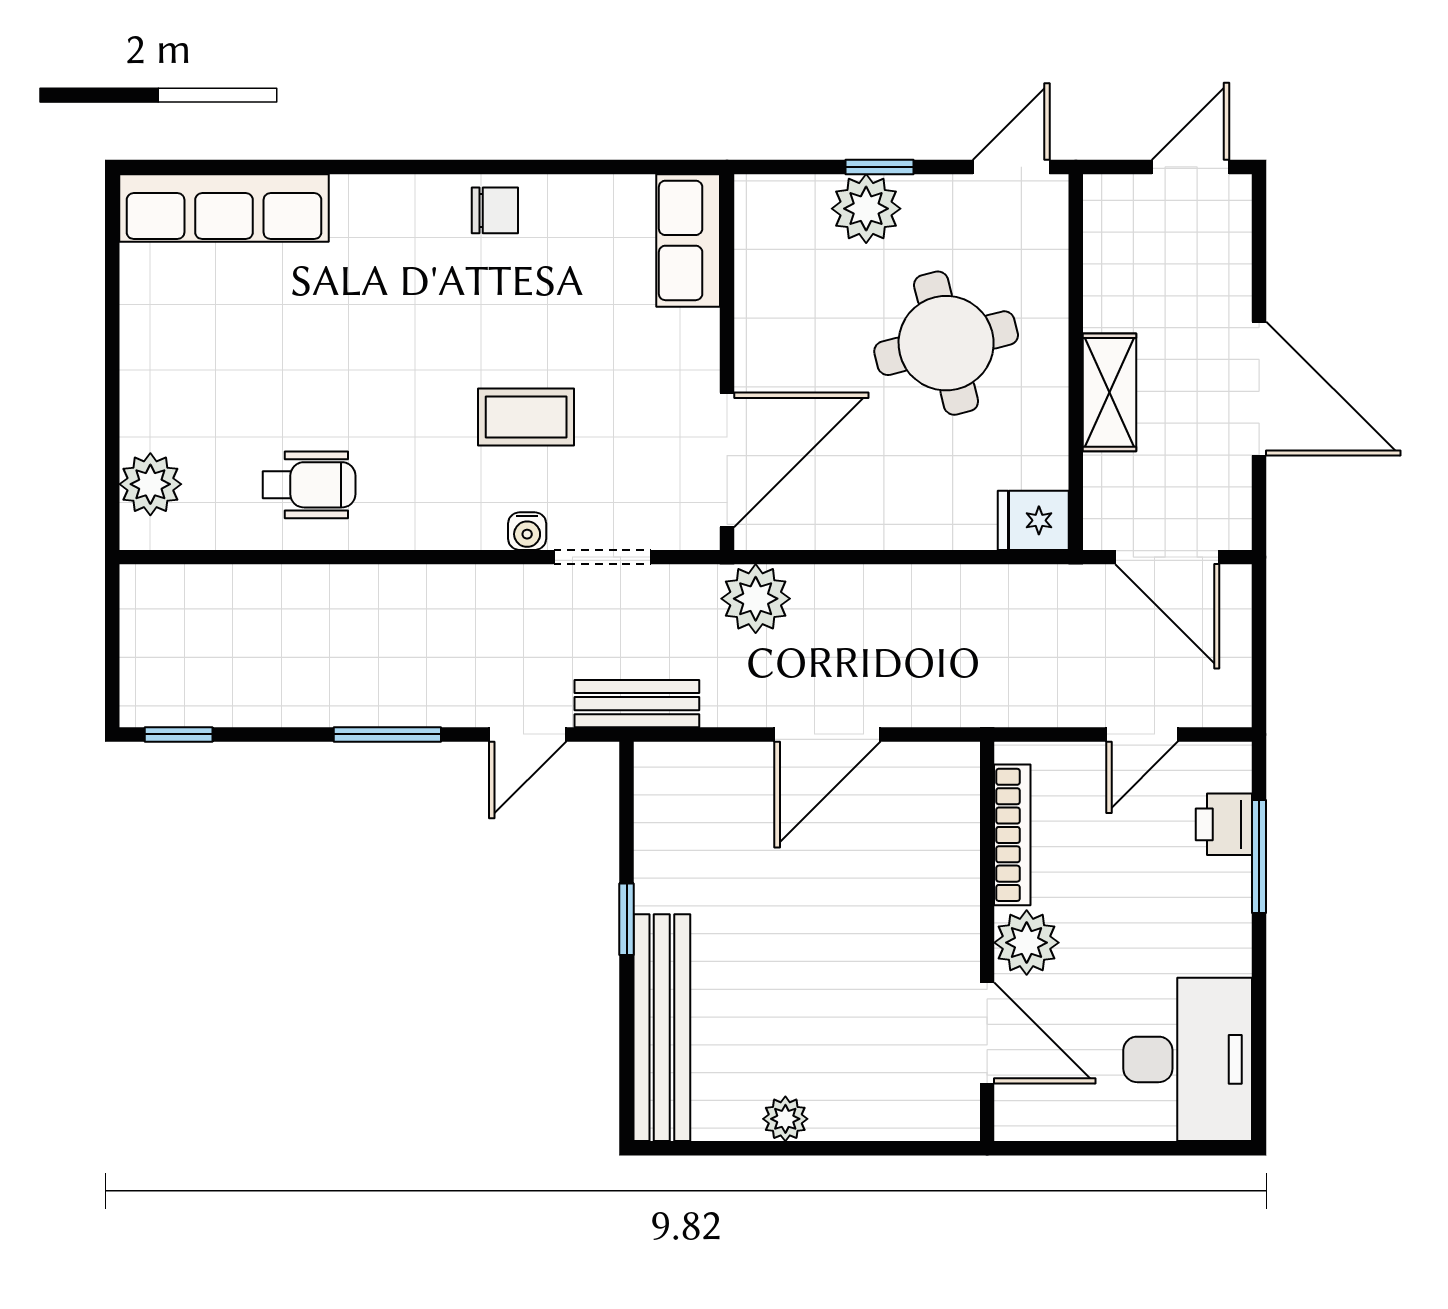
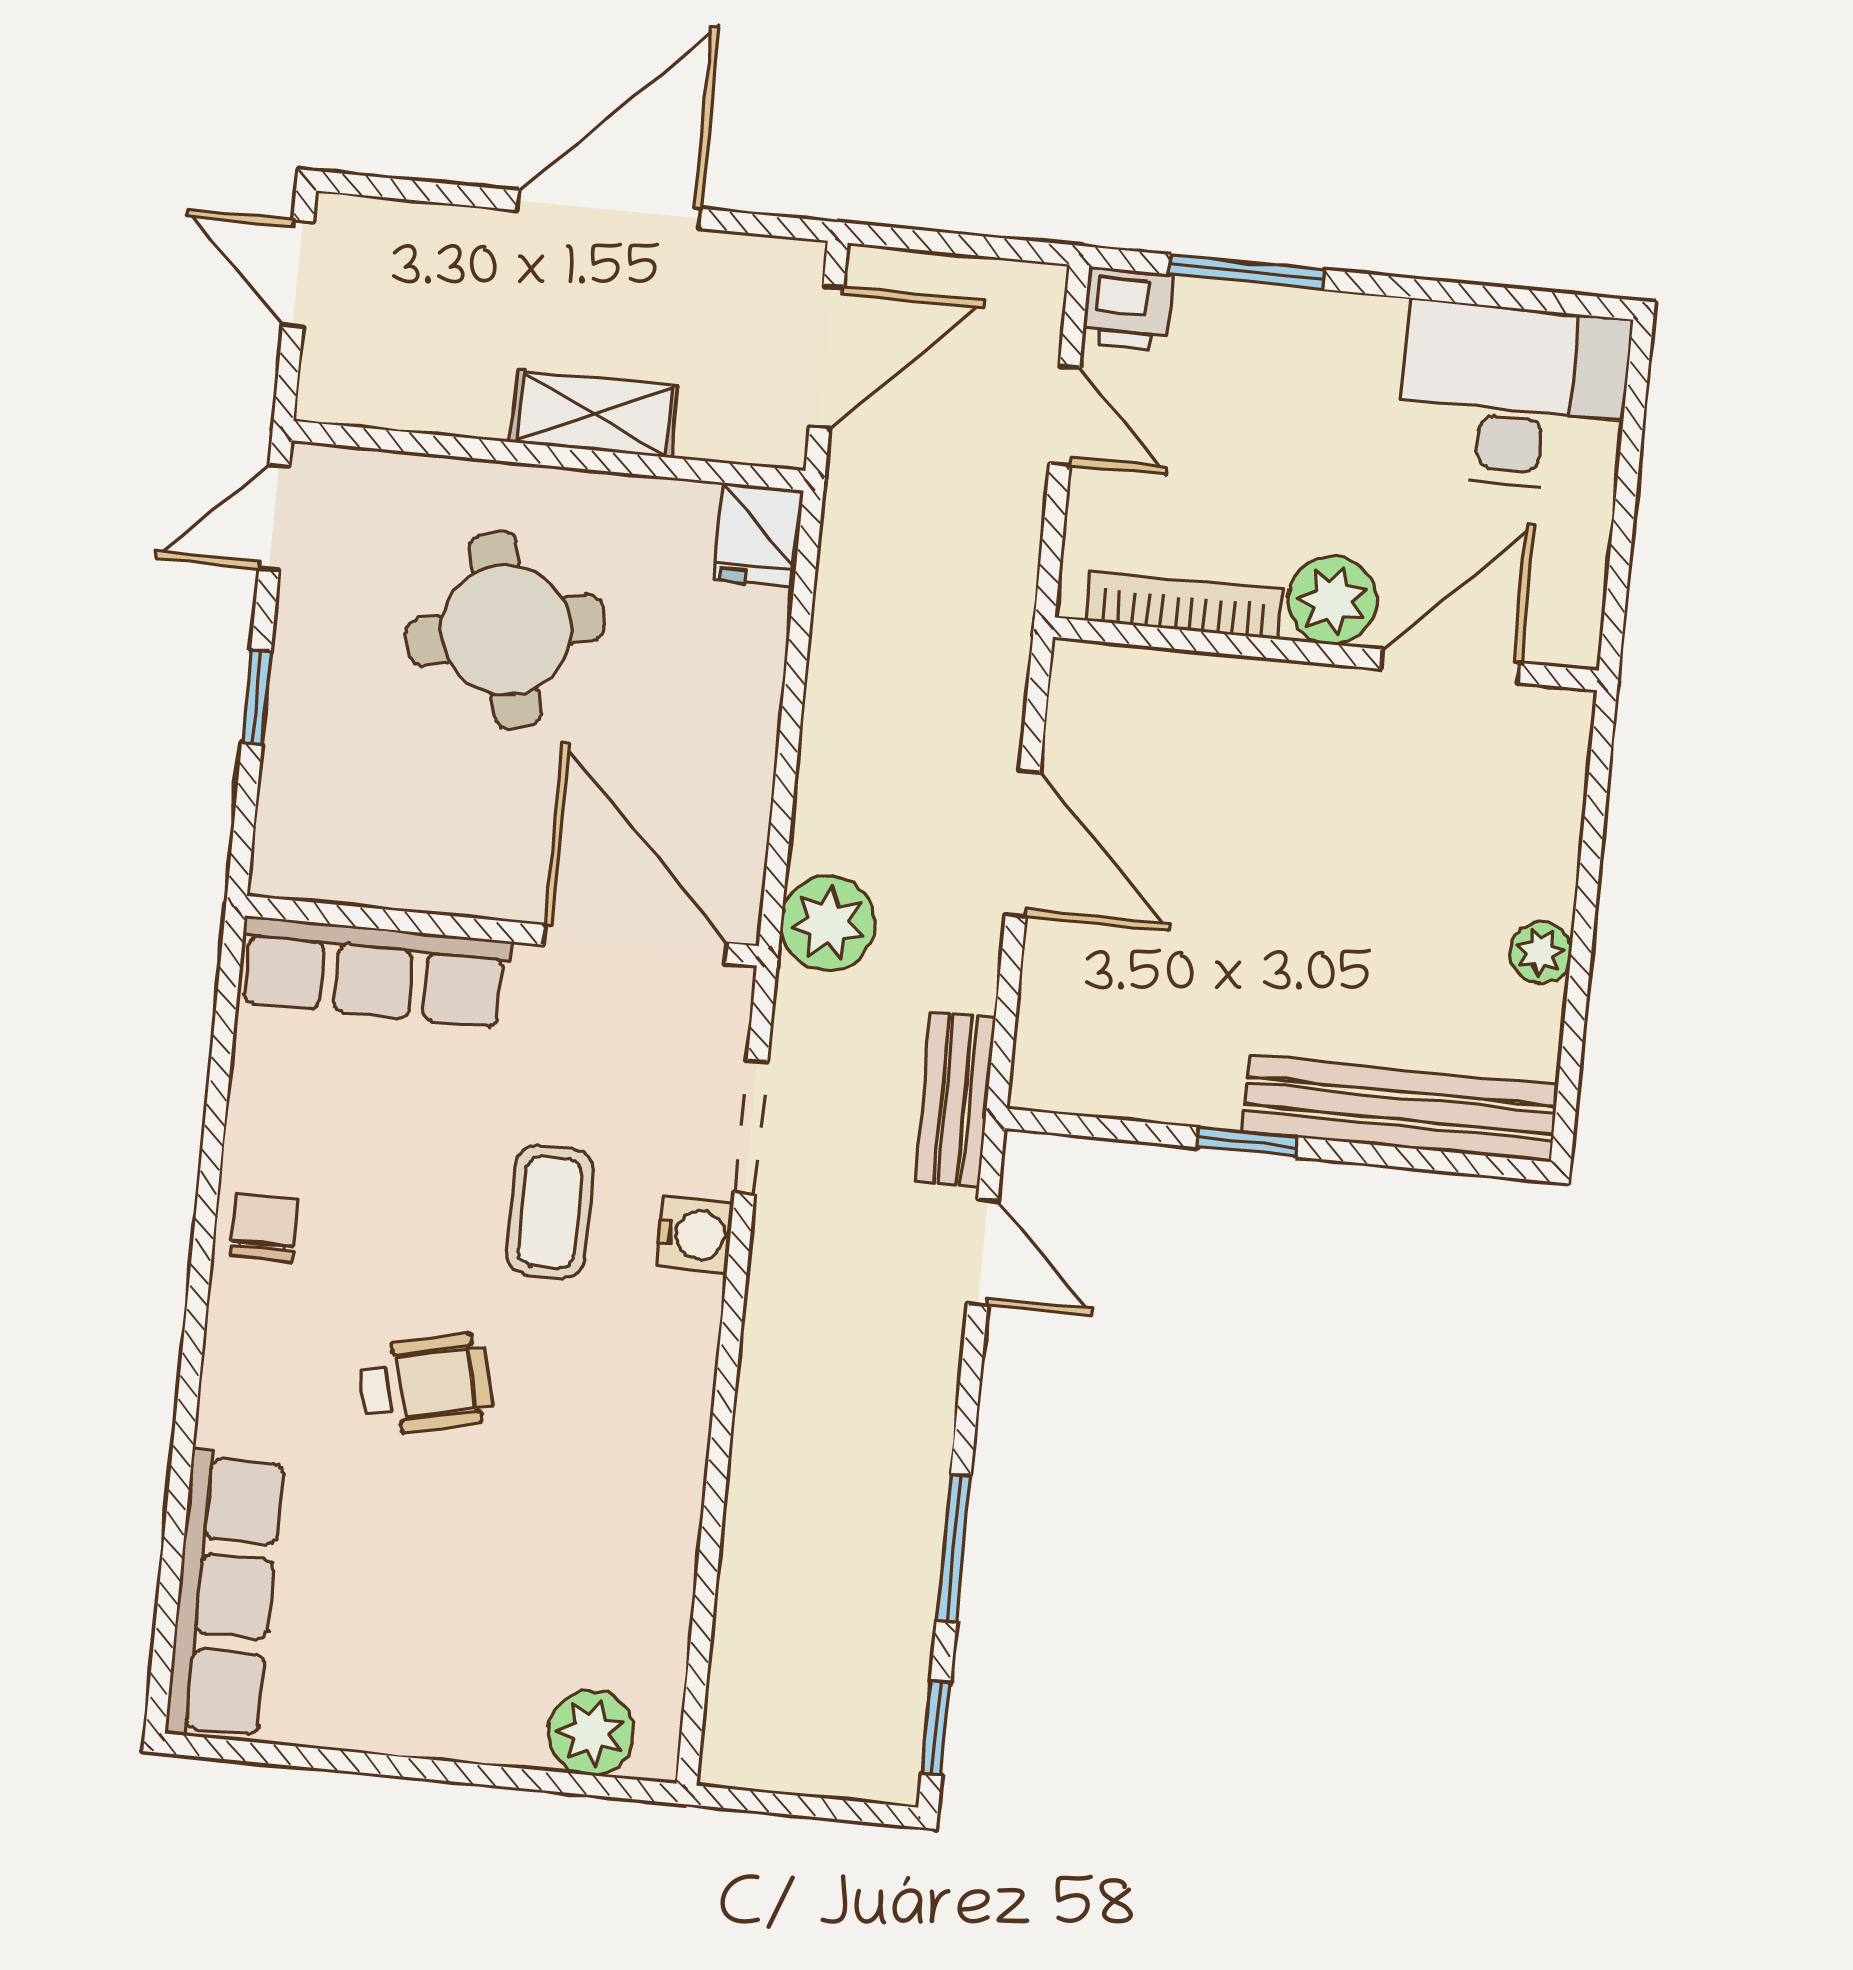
door: (1011, 167) -> (274, 517), hinge flipped
plant: (866, 209) -> (311, 721), removed
row of seats: (688, 240) -> (374, 972), width x1.48
wheelchair: (309, 485) -> (426, 1384), moved, turned 77
water cooler: (527, 531) -> (695, 1235), width x1.38, depth x1.38
window: (387, 734) -> (954, 1548), moved
printer: (1224, 824) -> (1129, 309), moved

